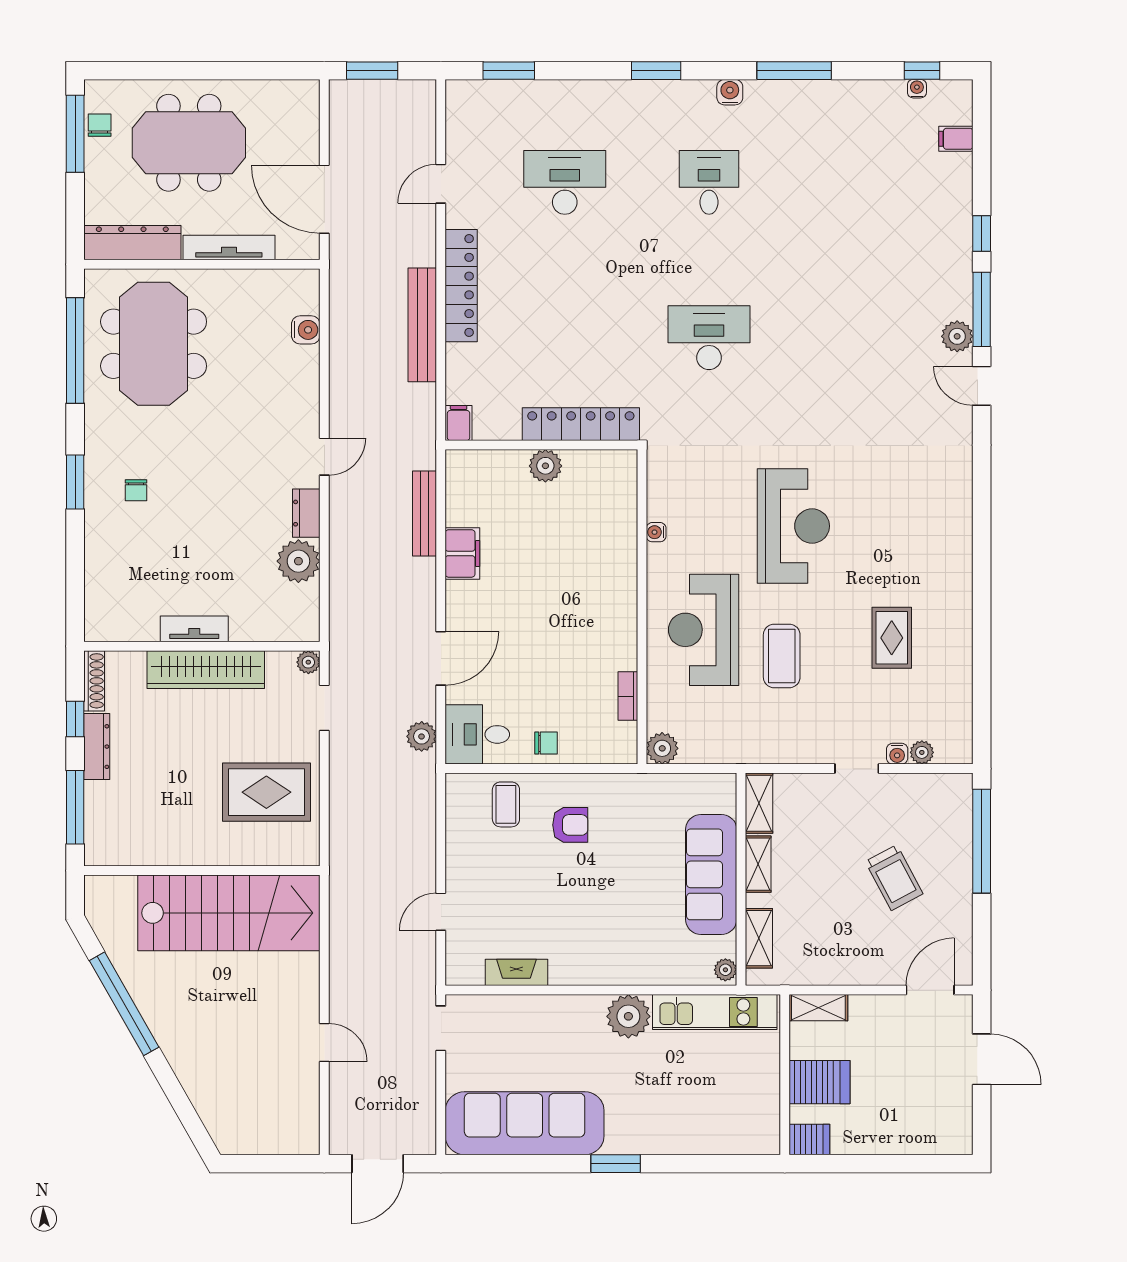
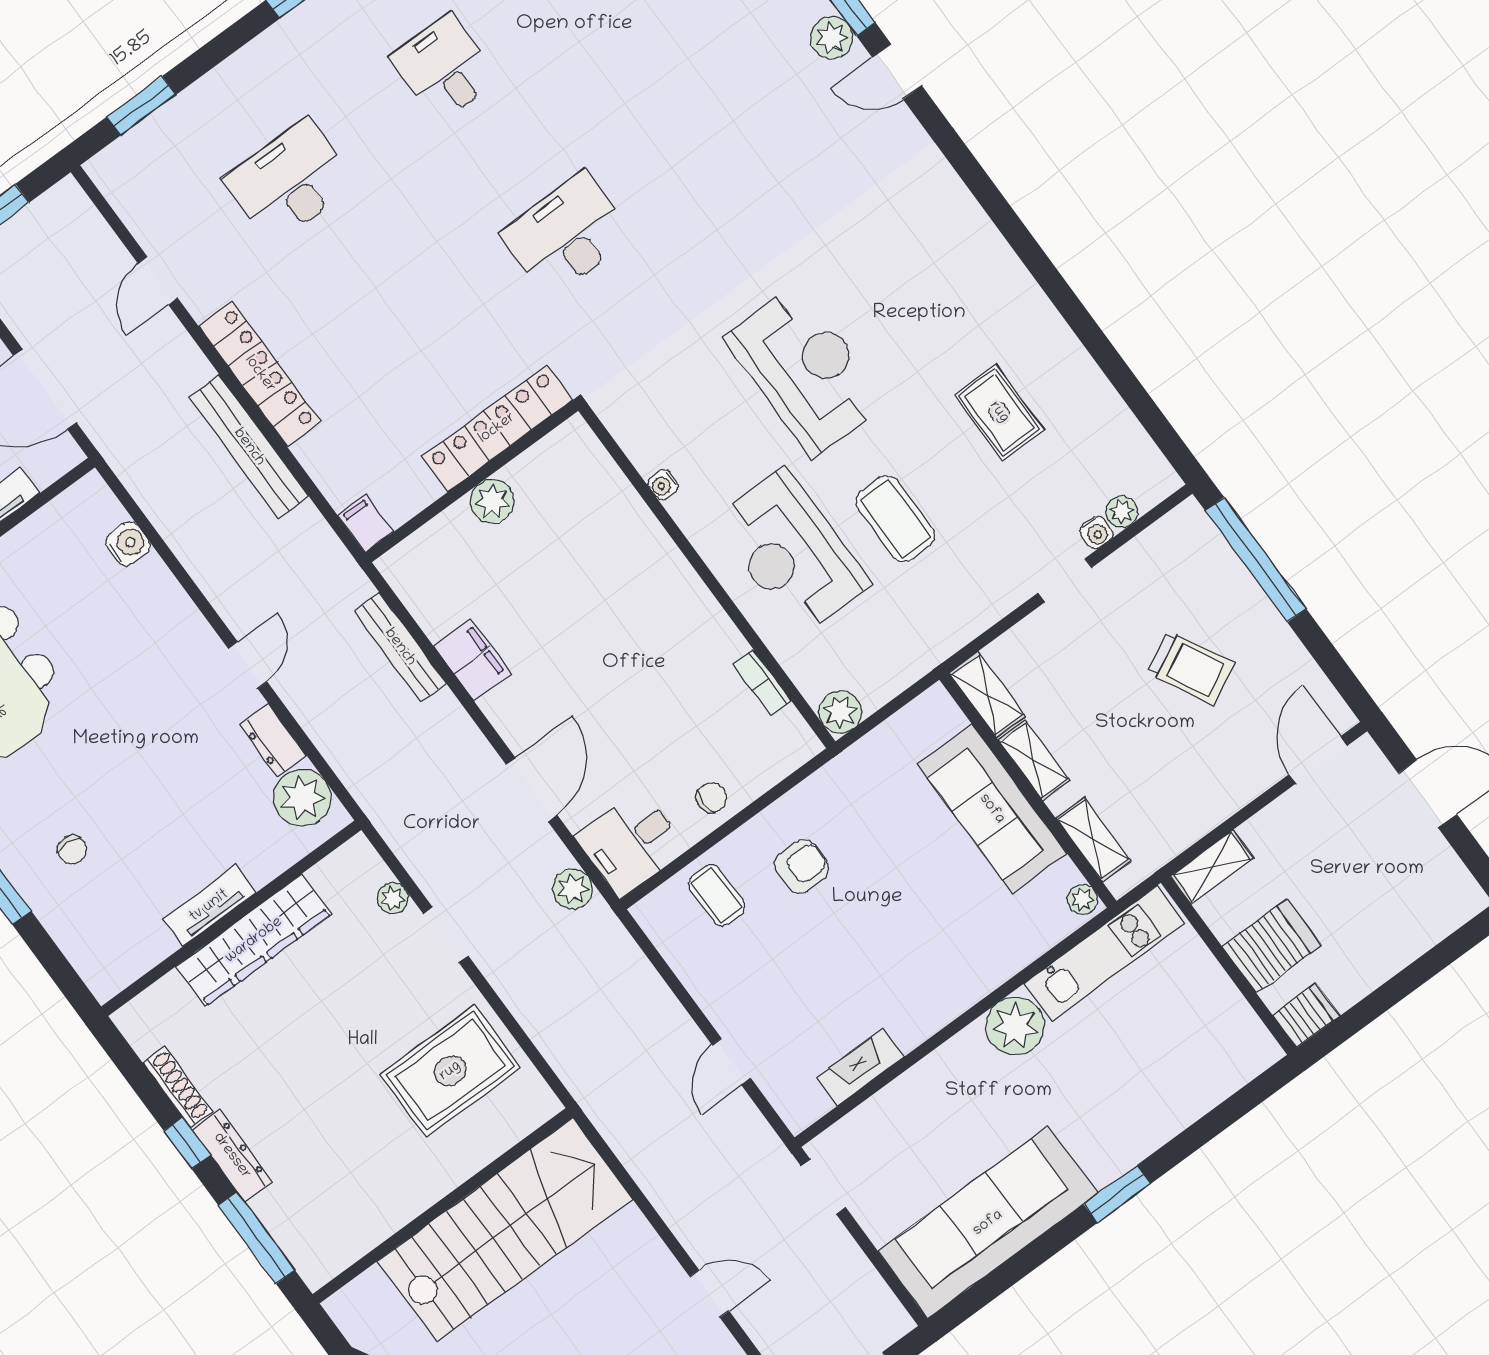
tv unit: (194, 629) -> (209, 906), moved
wall: (202, 646) -> (231, 918), moved
wardrobe: (206, 670) -> (254, 940), moved

